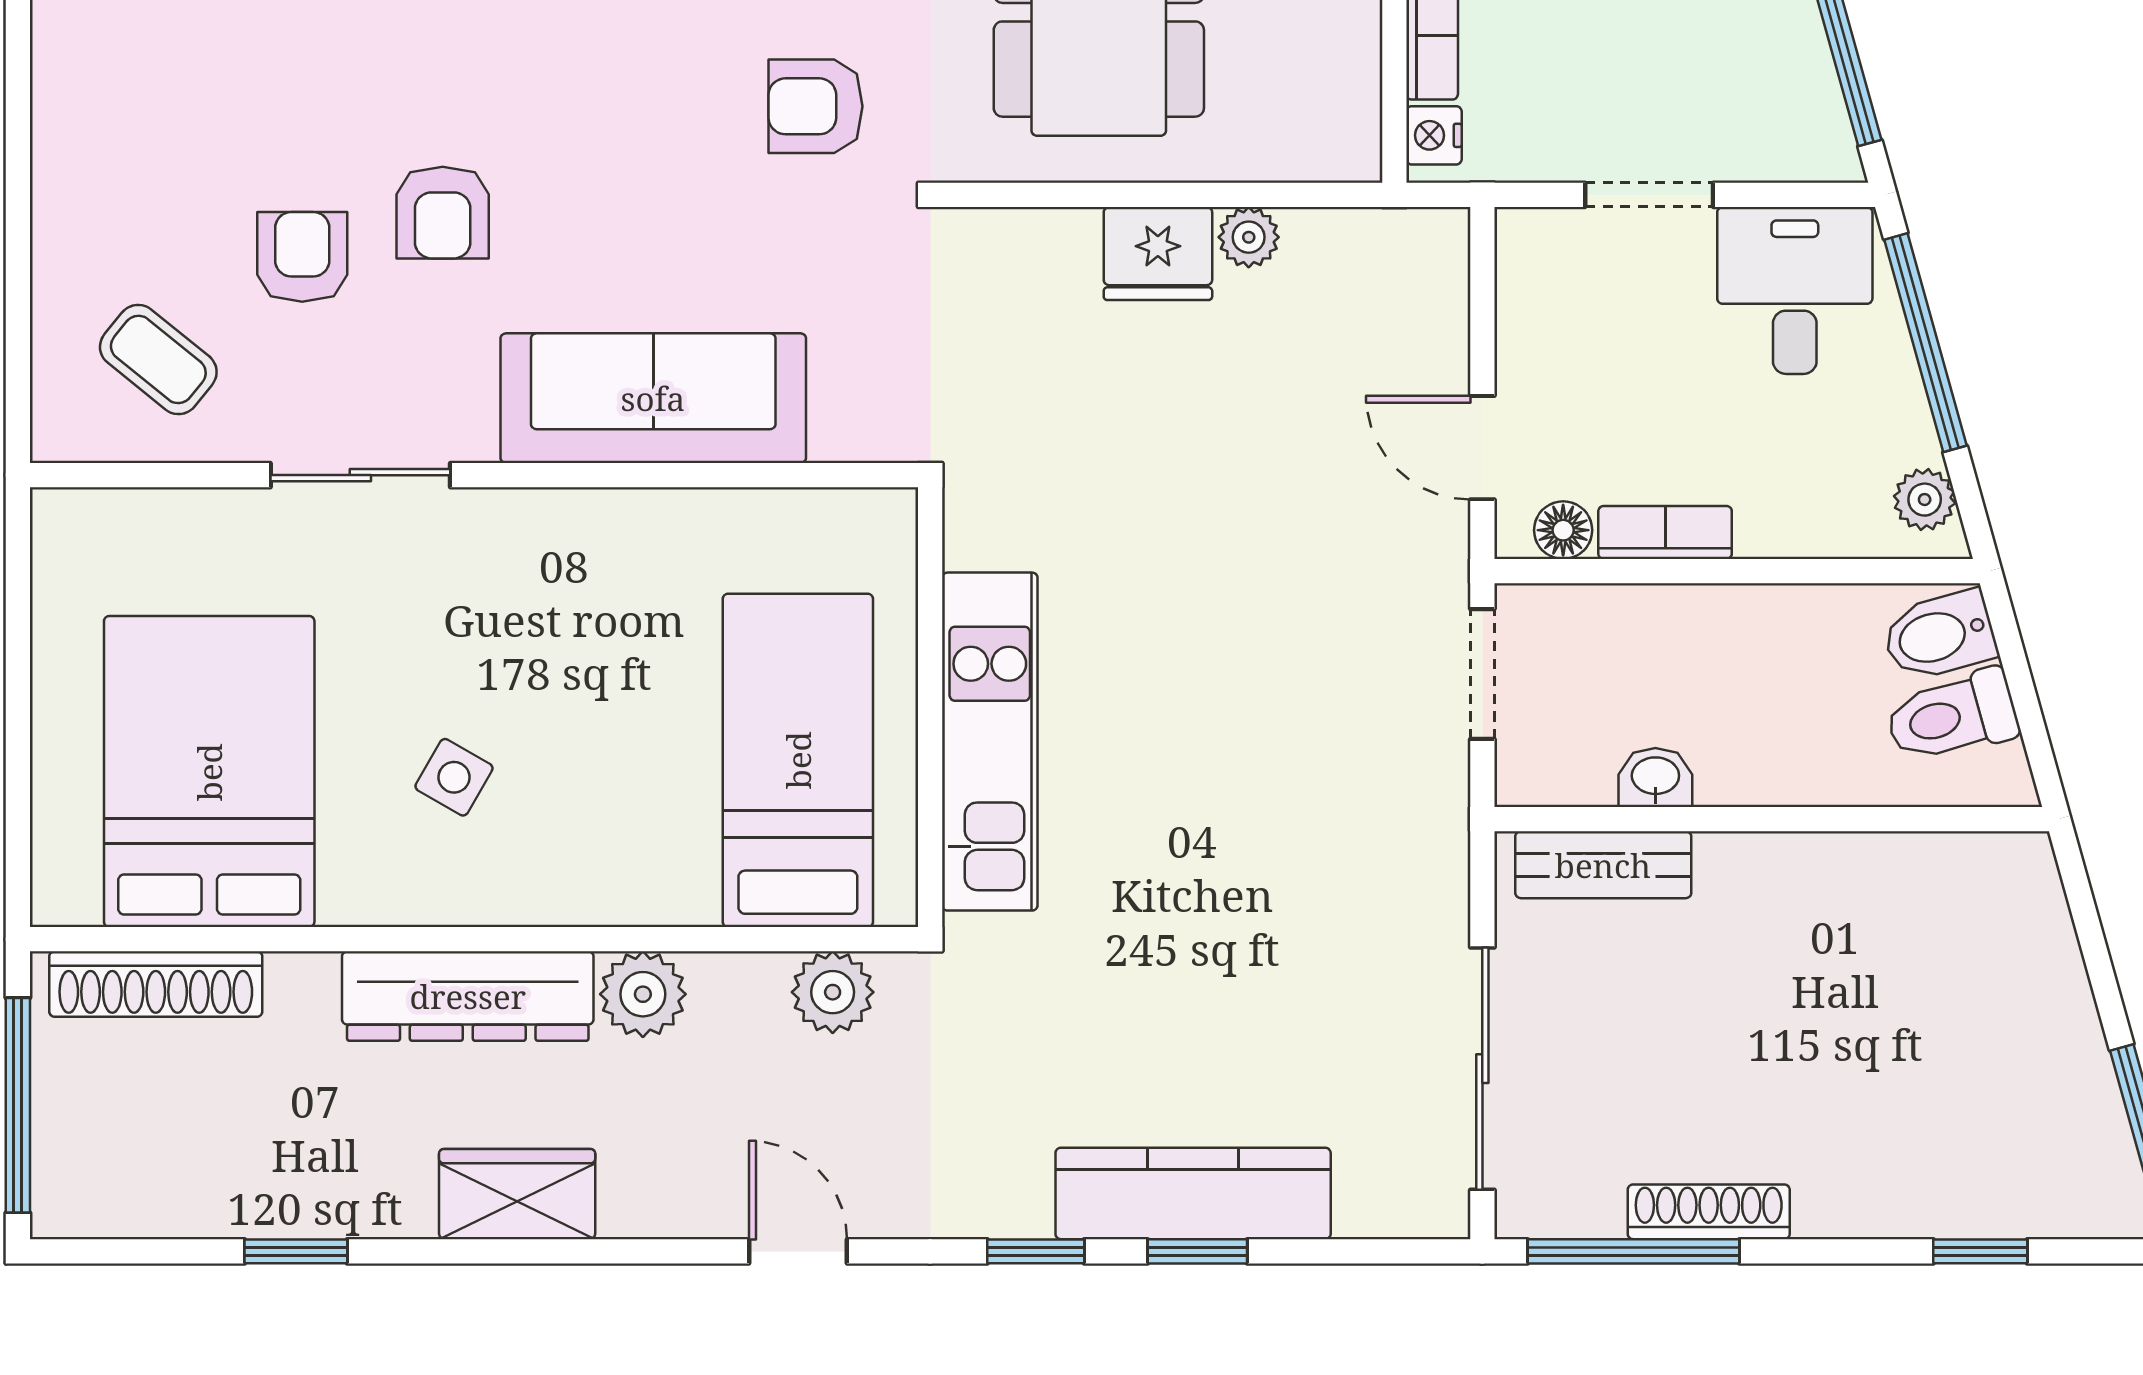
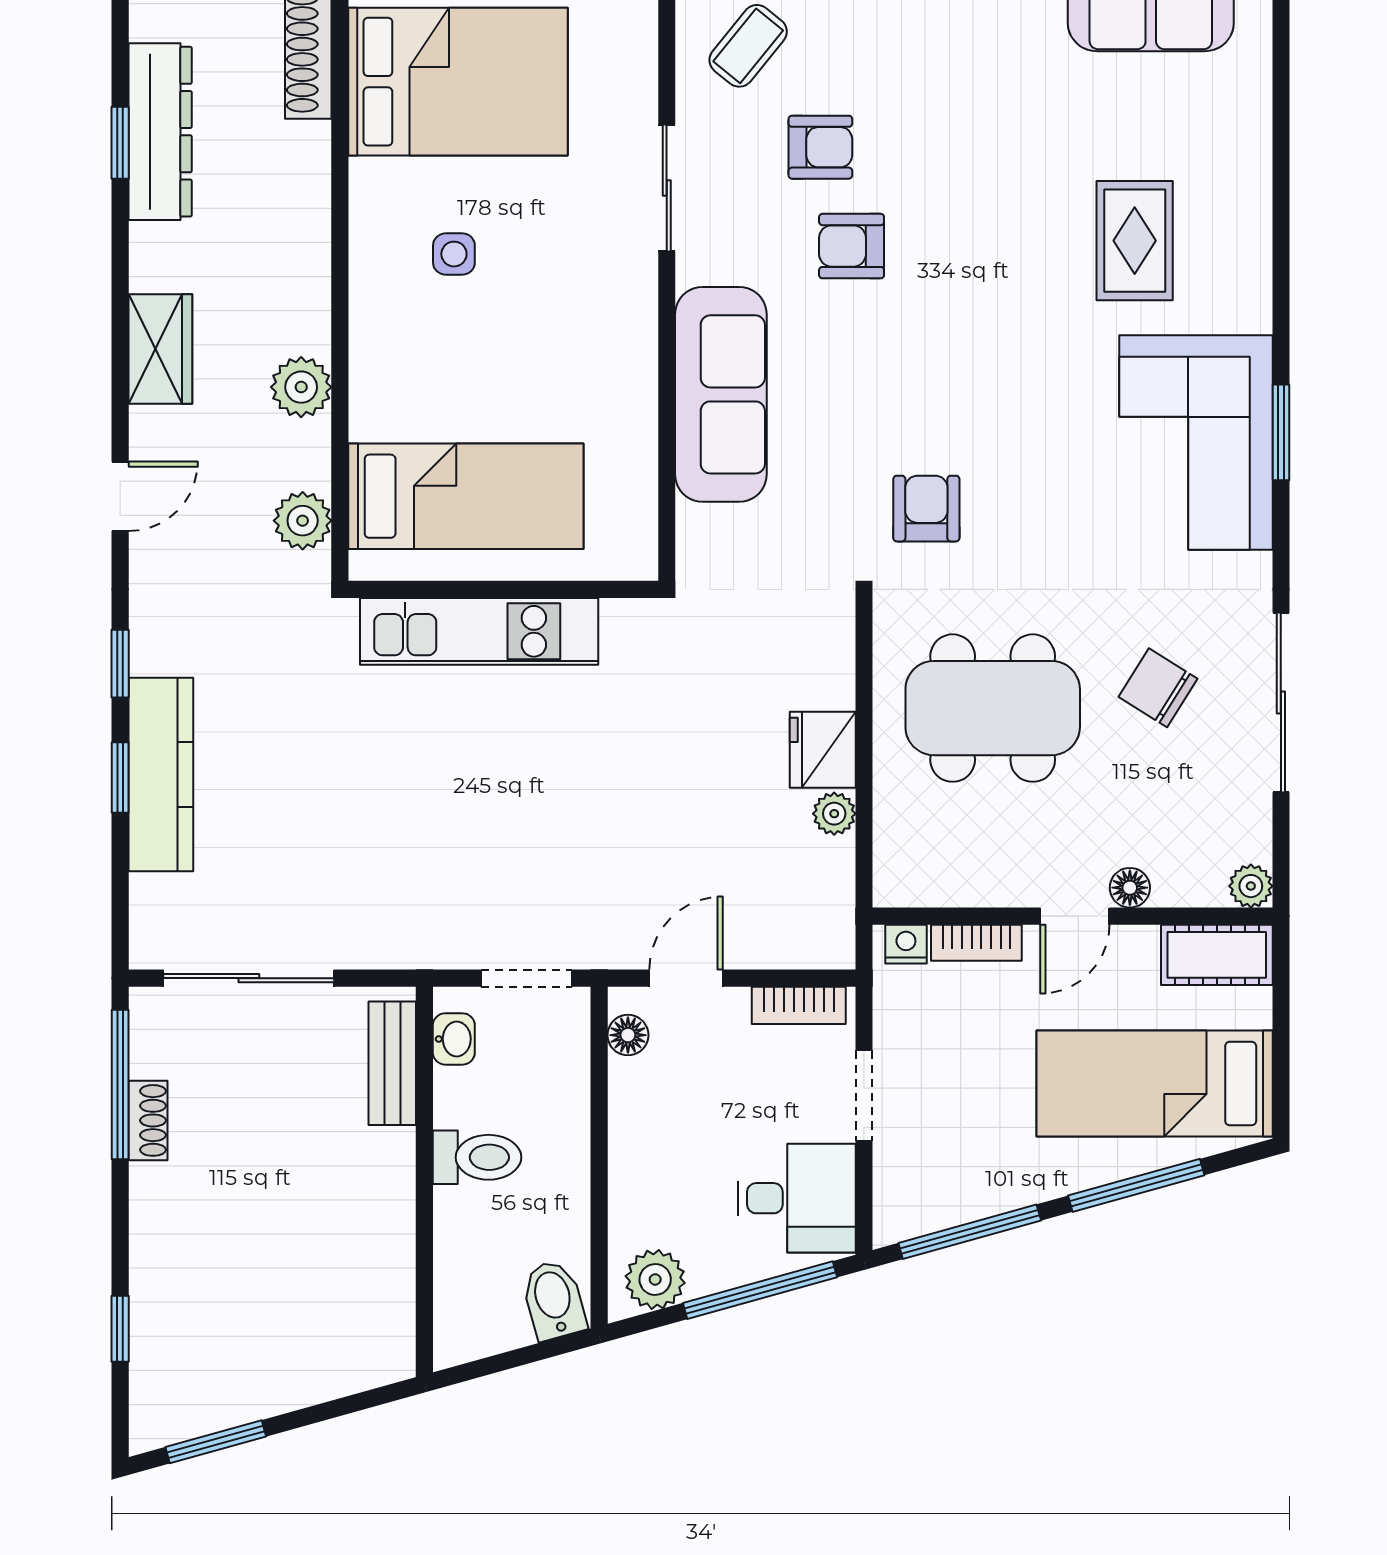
plant: (1925, 500) -> (655, 1280), width x1.38, depth x1.38
bookcase: (1665, 532) -> (799, 1005), moved, turned 90
toilet: (1952, 716) -> (477, 1157), moved, turned 106
side table: (454, 777) -> (454, 254), turned -30
washbasin: (1655, 777) -> (454, 1039), moved
dresser: (468, 996) -> (160, 132), moved, turned 180
wardrobe: (517, 1194) -> (160, 349), moved
shoe rack: (1709, 1212) -> (148, 1120), width x0.70

